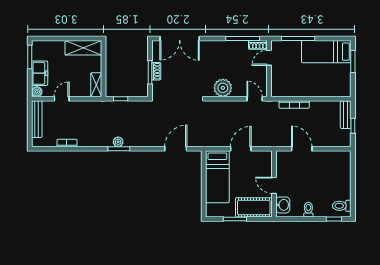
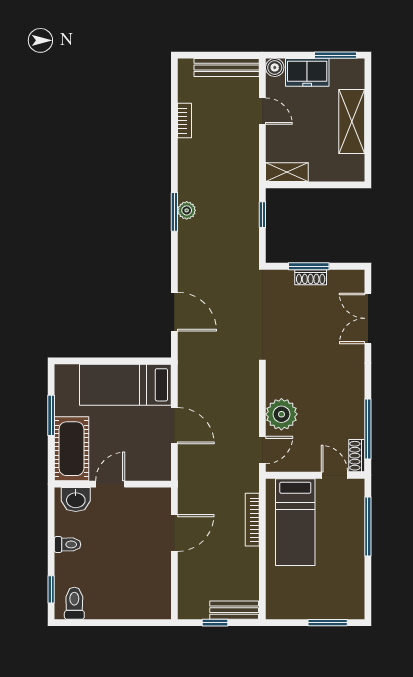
double door: (180, 39) -> (368, 318), width x0.73
shelving: (83, 48) -> (352, 122), moved
bed: (326, 52) -> (295, 522), moved, turned 180
plant: (223, 88) -> (281, 414), moved

